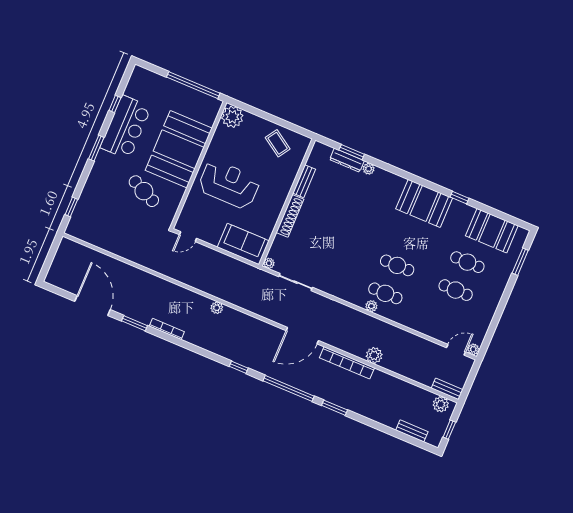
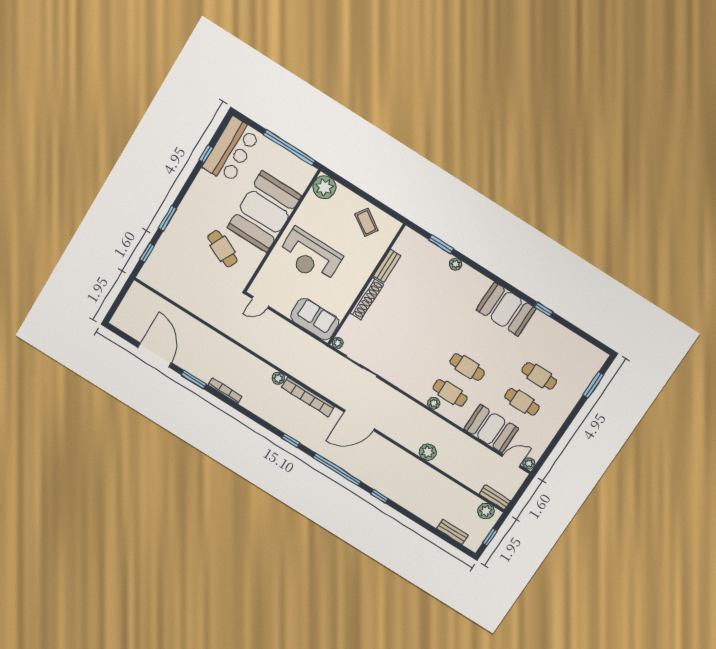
bar counter: (126, 127) -> (231, 150), moved
window: (96, 148) -> (168, 218), moved
dresser: (347, 160) -> (435, 252), removed
reception desk: (229, 184) -> (310, 256), turned 180
booth: (492, 231) -> (491, 429), moved
bookcase: (347, 363) -> (308, 397), moved
window: (334, 408) -> (379, 496), width x0.67

